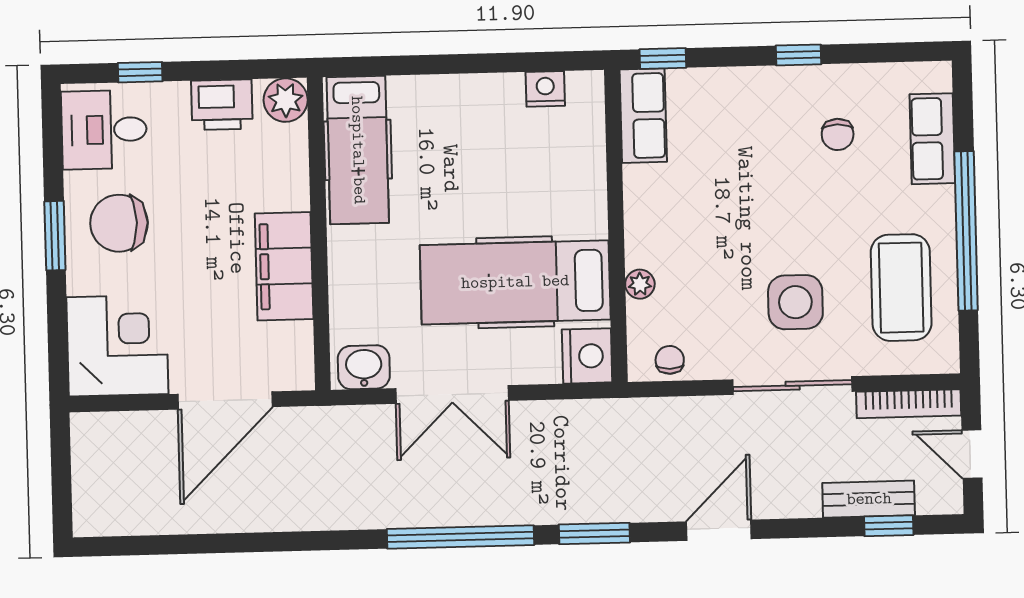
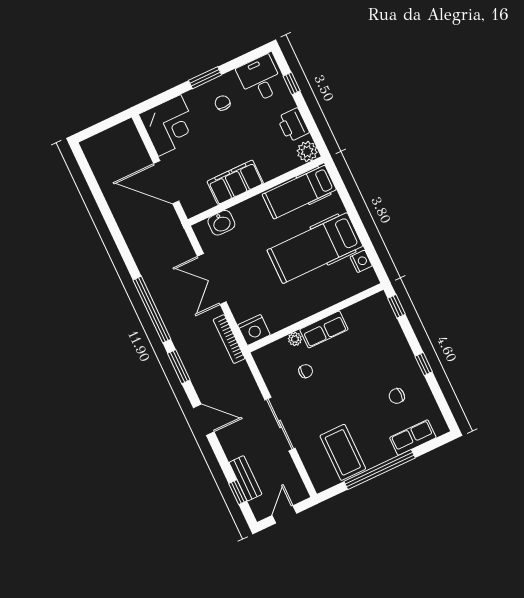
row of seats: (643, 116) -> (324, 329), moved
chair: (119, 223) -> (223, 103), width x0.54, depth x0.54
hospital bed: (515, 282) -> (315, 248), moved, turned -90
coffee table: (901, 288) -> (343, 452), turned 90
side table: (795, 302) -> (317, 410), removed
chair: (670, 360) -> (306, 371), moved
washbasin: (364, 367) -> (221, 223), moved, turned 90
bookcase: (909, 404) -> (229, 339), moved

